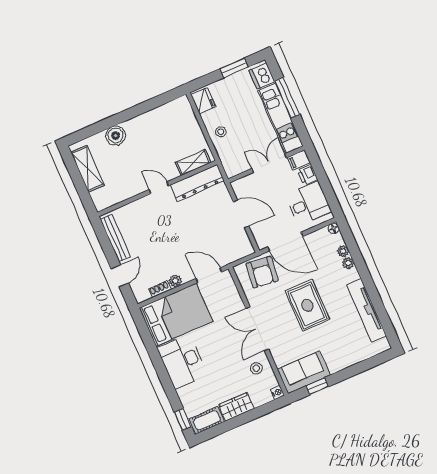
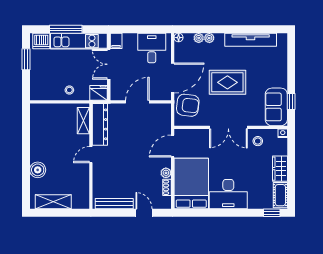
fridge: (203, 101) -> (99, 93), moved
printer: (307, 175) -> (130, 39), removed

